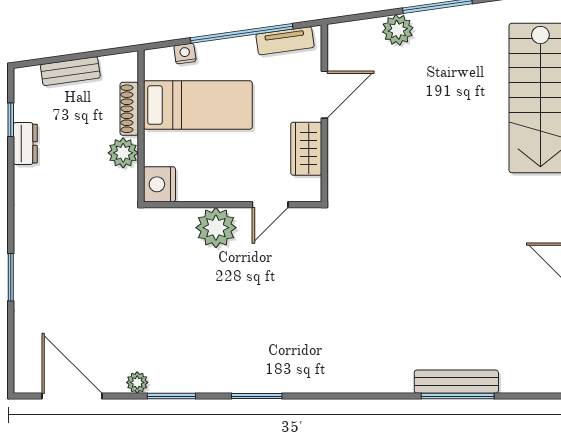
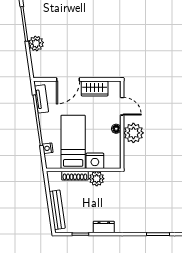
bench: (70, 71) -> (57, 210), width x1.36
door: (324, 95) -> (68, 80), swing flipped
dresser: (25, 144) -> (104, 227), moved
nightstand: (159, 184) -> (95, 161), moved
floor lamp: (224, 192) -> (116, 129), added

